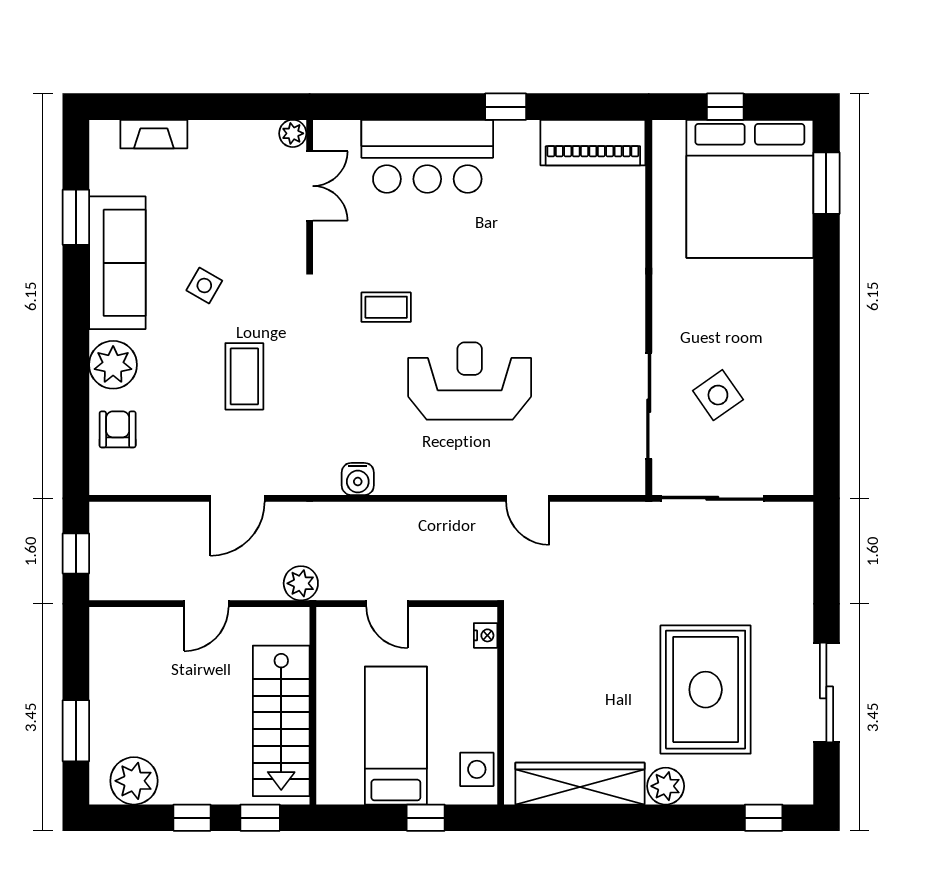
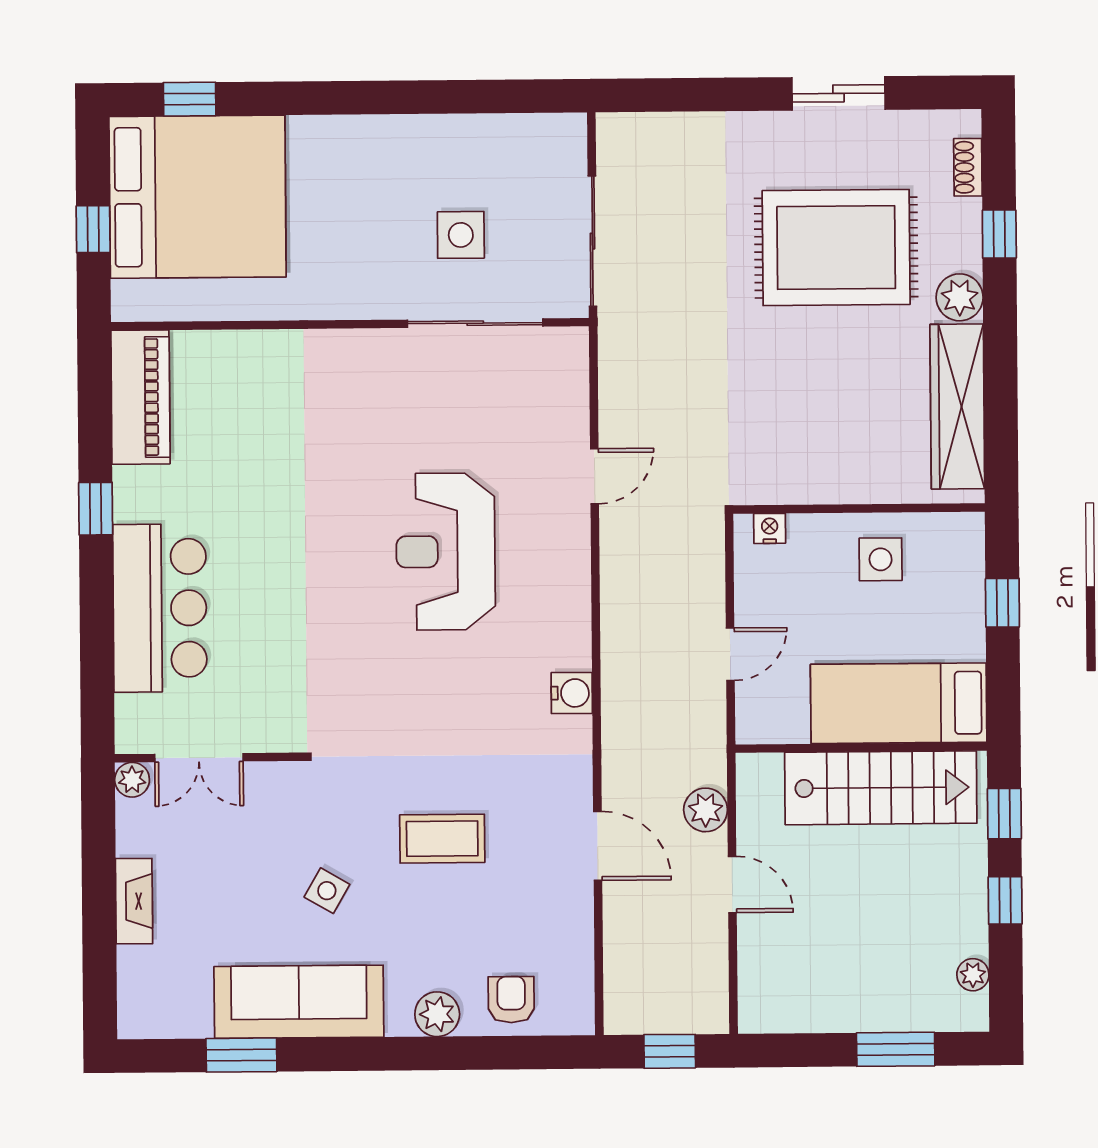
fireplace: (154, 134) -> (134, 901), moved
window: (826, 183) -> (190, 99), width x0.67
double door: (310, 186) -> (199, 758), swing flipped
coffee table: (386, 307) -> (353, 659), removed
plant: (113, 365) -> (437, 1014), width x0.73, depth x0.73
side table: (718, 395) -> (461, 235), turned 35
armchair: (118, 429) -> (511, 1000), turned 90
plant: (301, 583) -> (706, 810), moved
sliding door: (826, 692) -> (838, 93), width x0.73
bed: (396, 736) -> (899, 703), moved
side table: (477, 769) -> (881, 559), moved
plant: (134, 781) -> (973, 975), width x0.53, depth x0.53
shoe rack: (768, 794) -> (968, 167), added
window: (764, 818) -> (999, 234), moved

